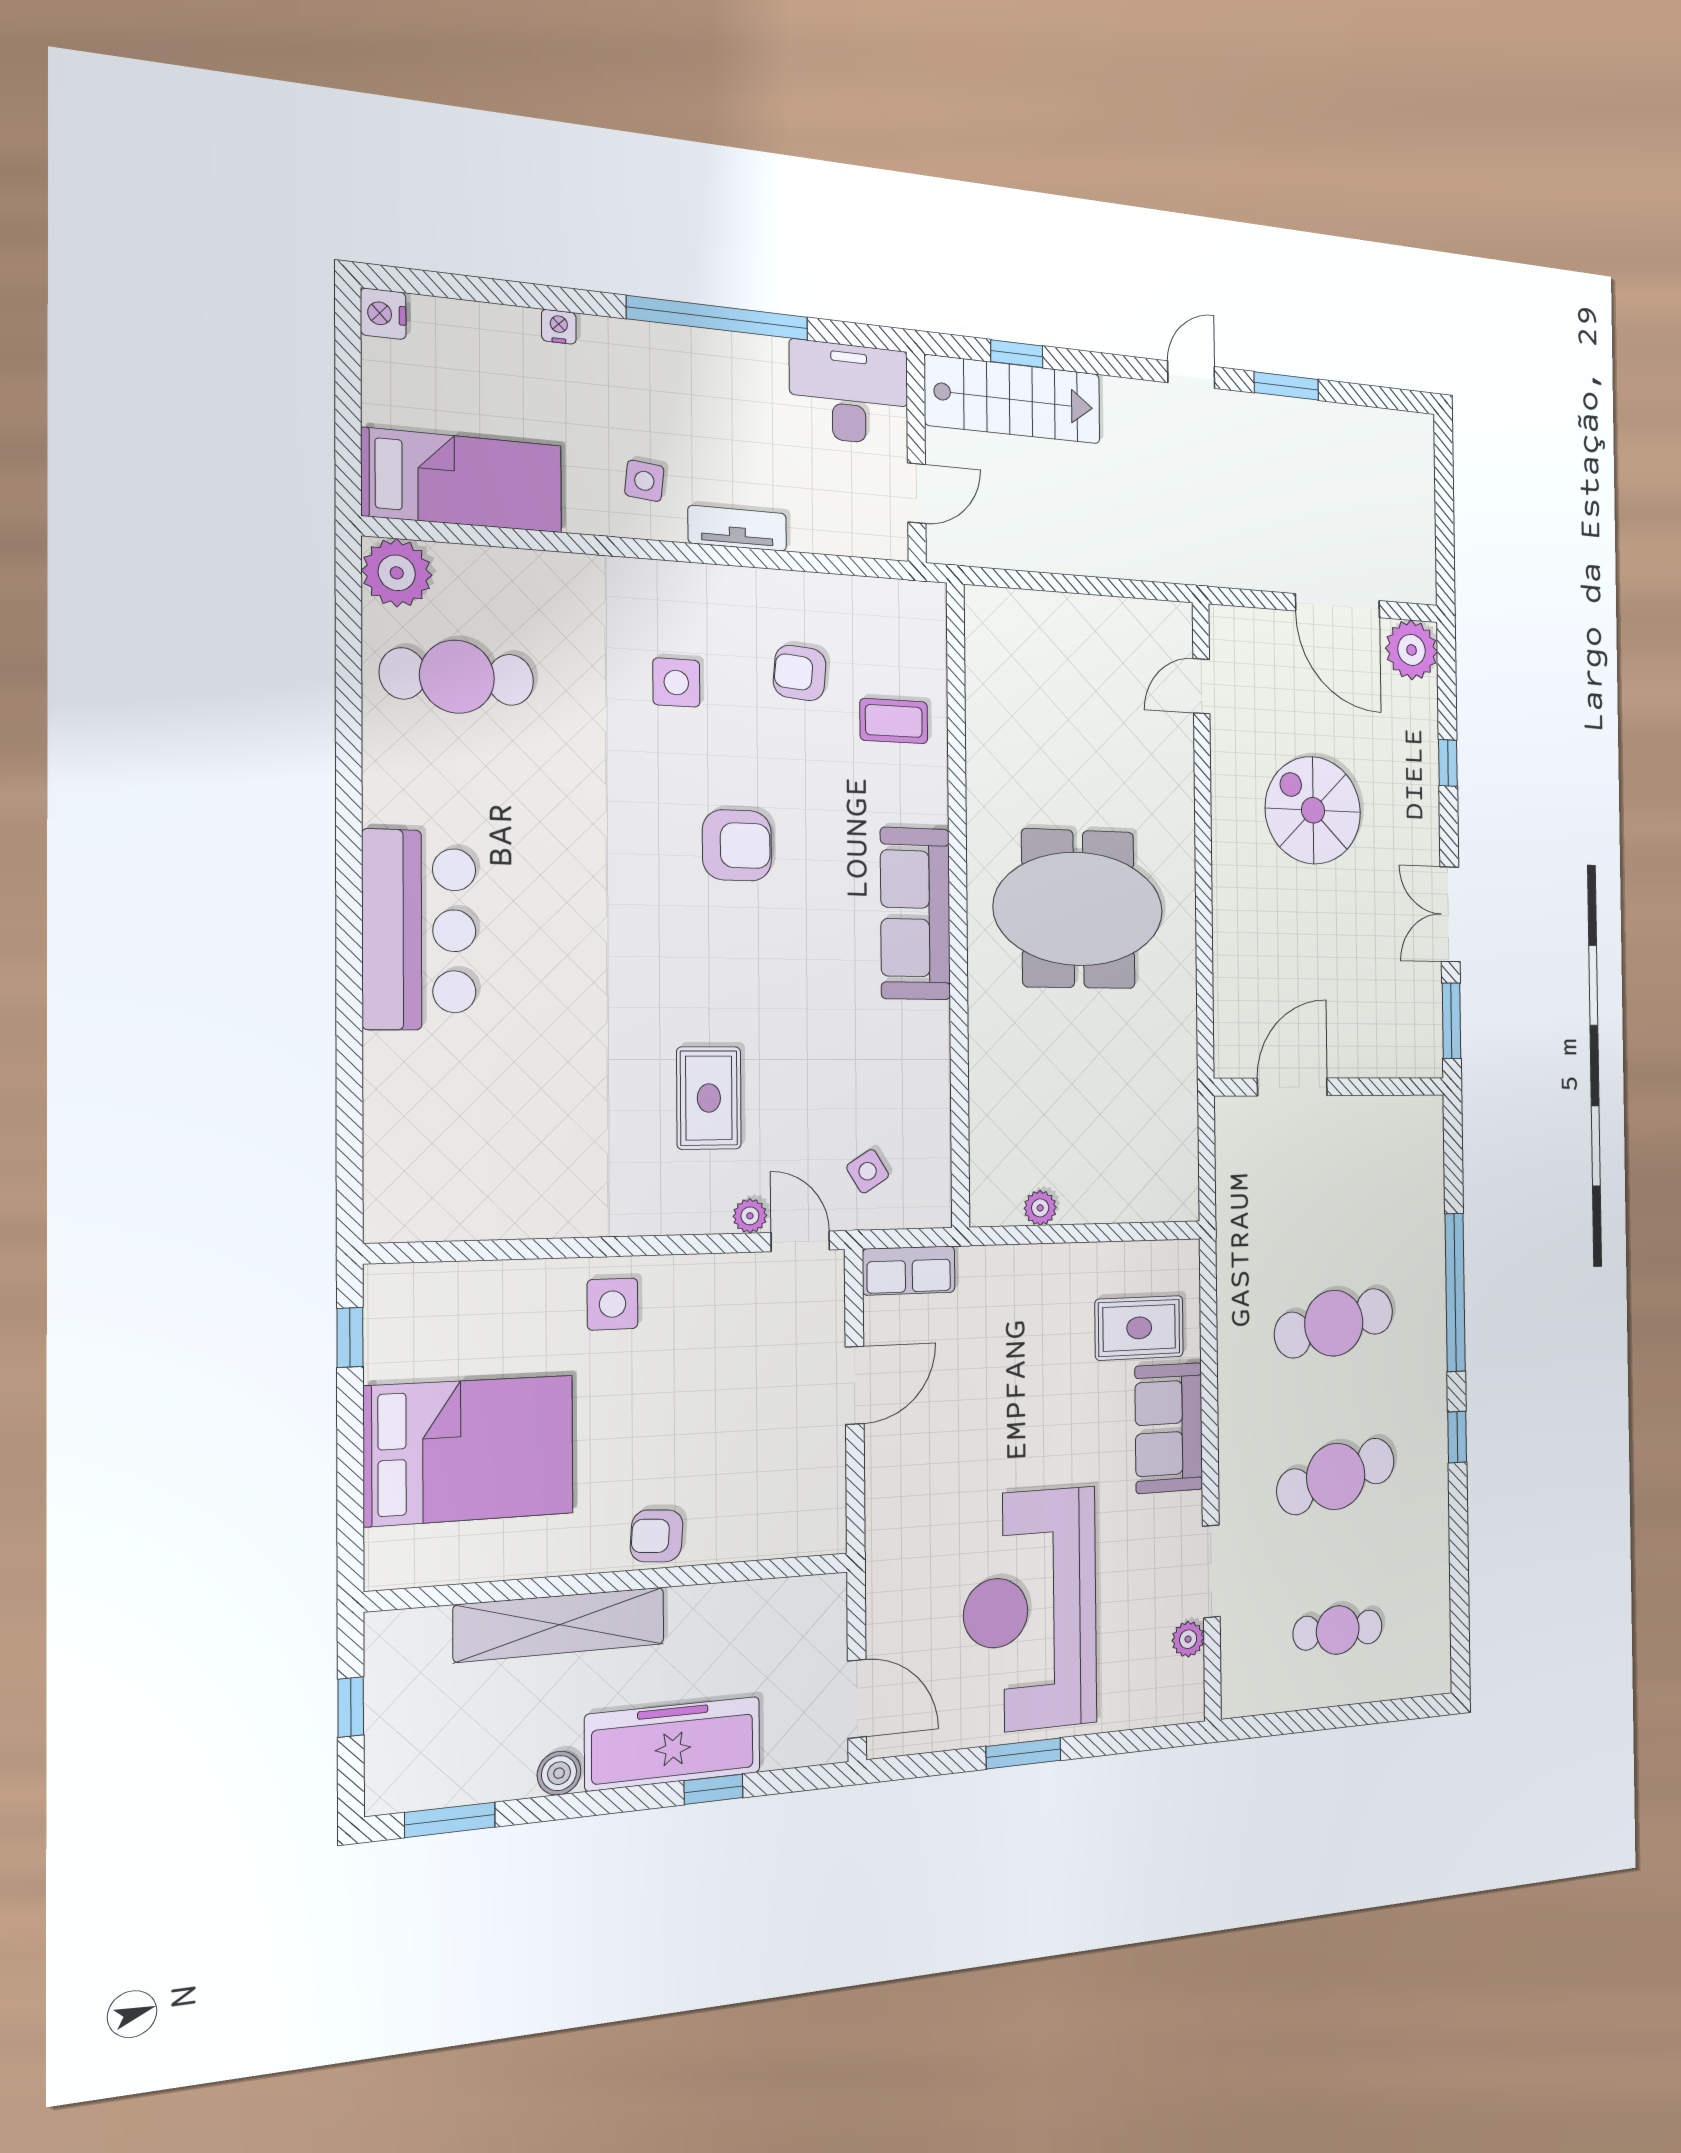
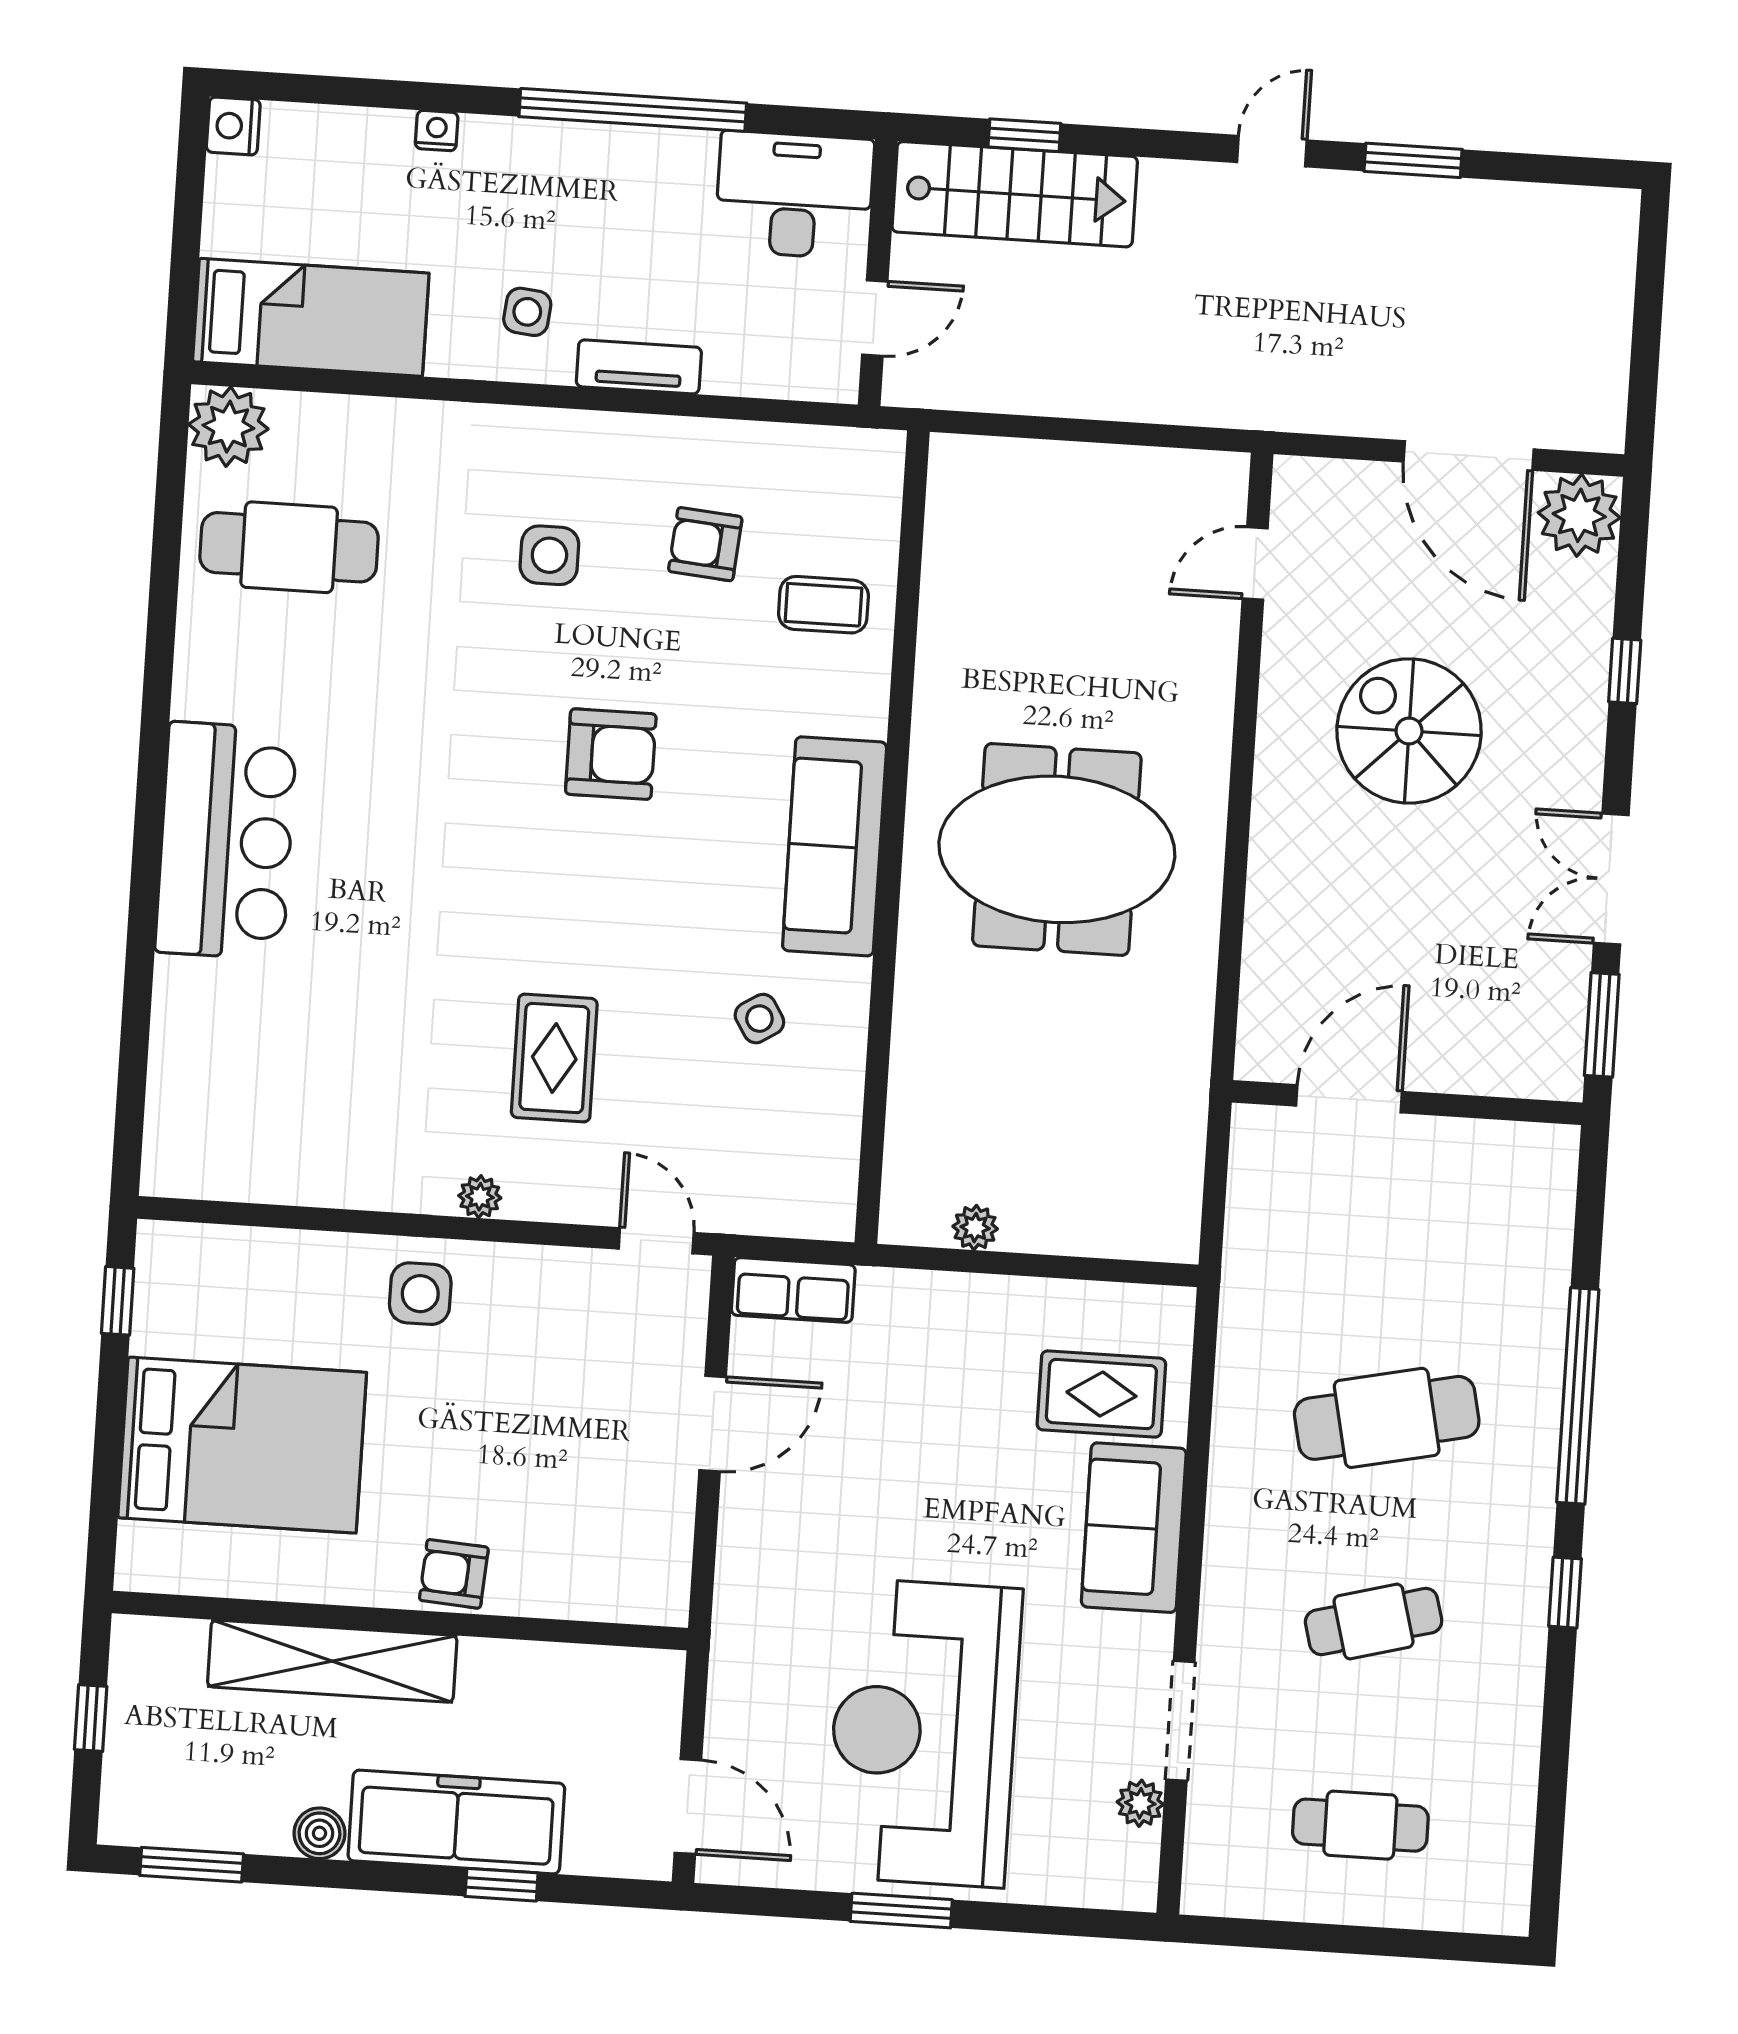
side table: (868, 1171) -> (759, 1019), moved
plant: (750, 1216) -> (480, 1197), moved
cafe table: (1336, 1476) -> (1374, 1622), width x0.73, depth x0.74

